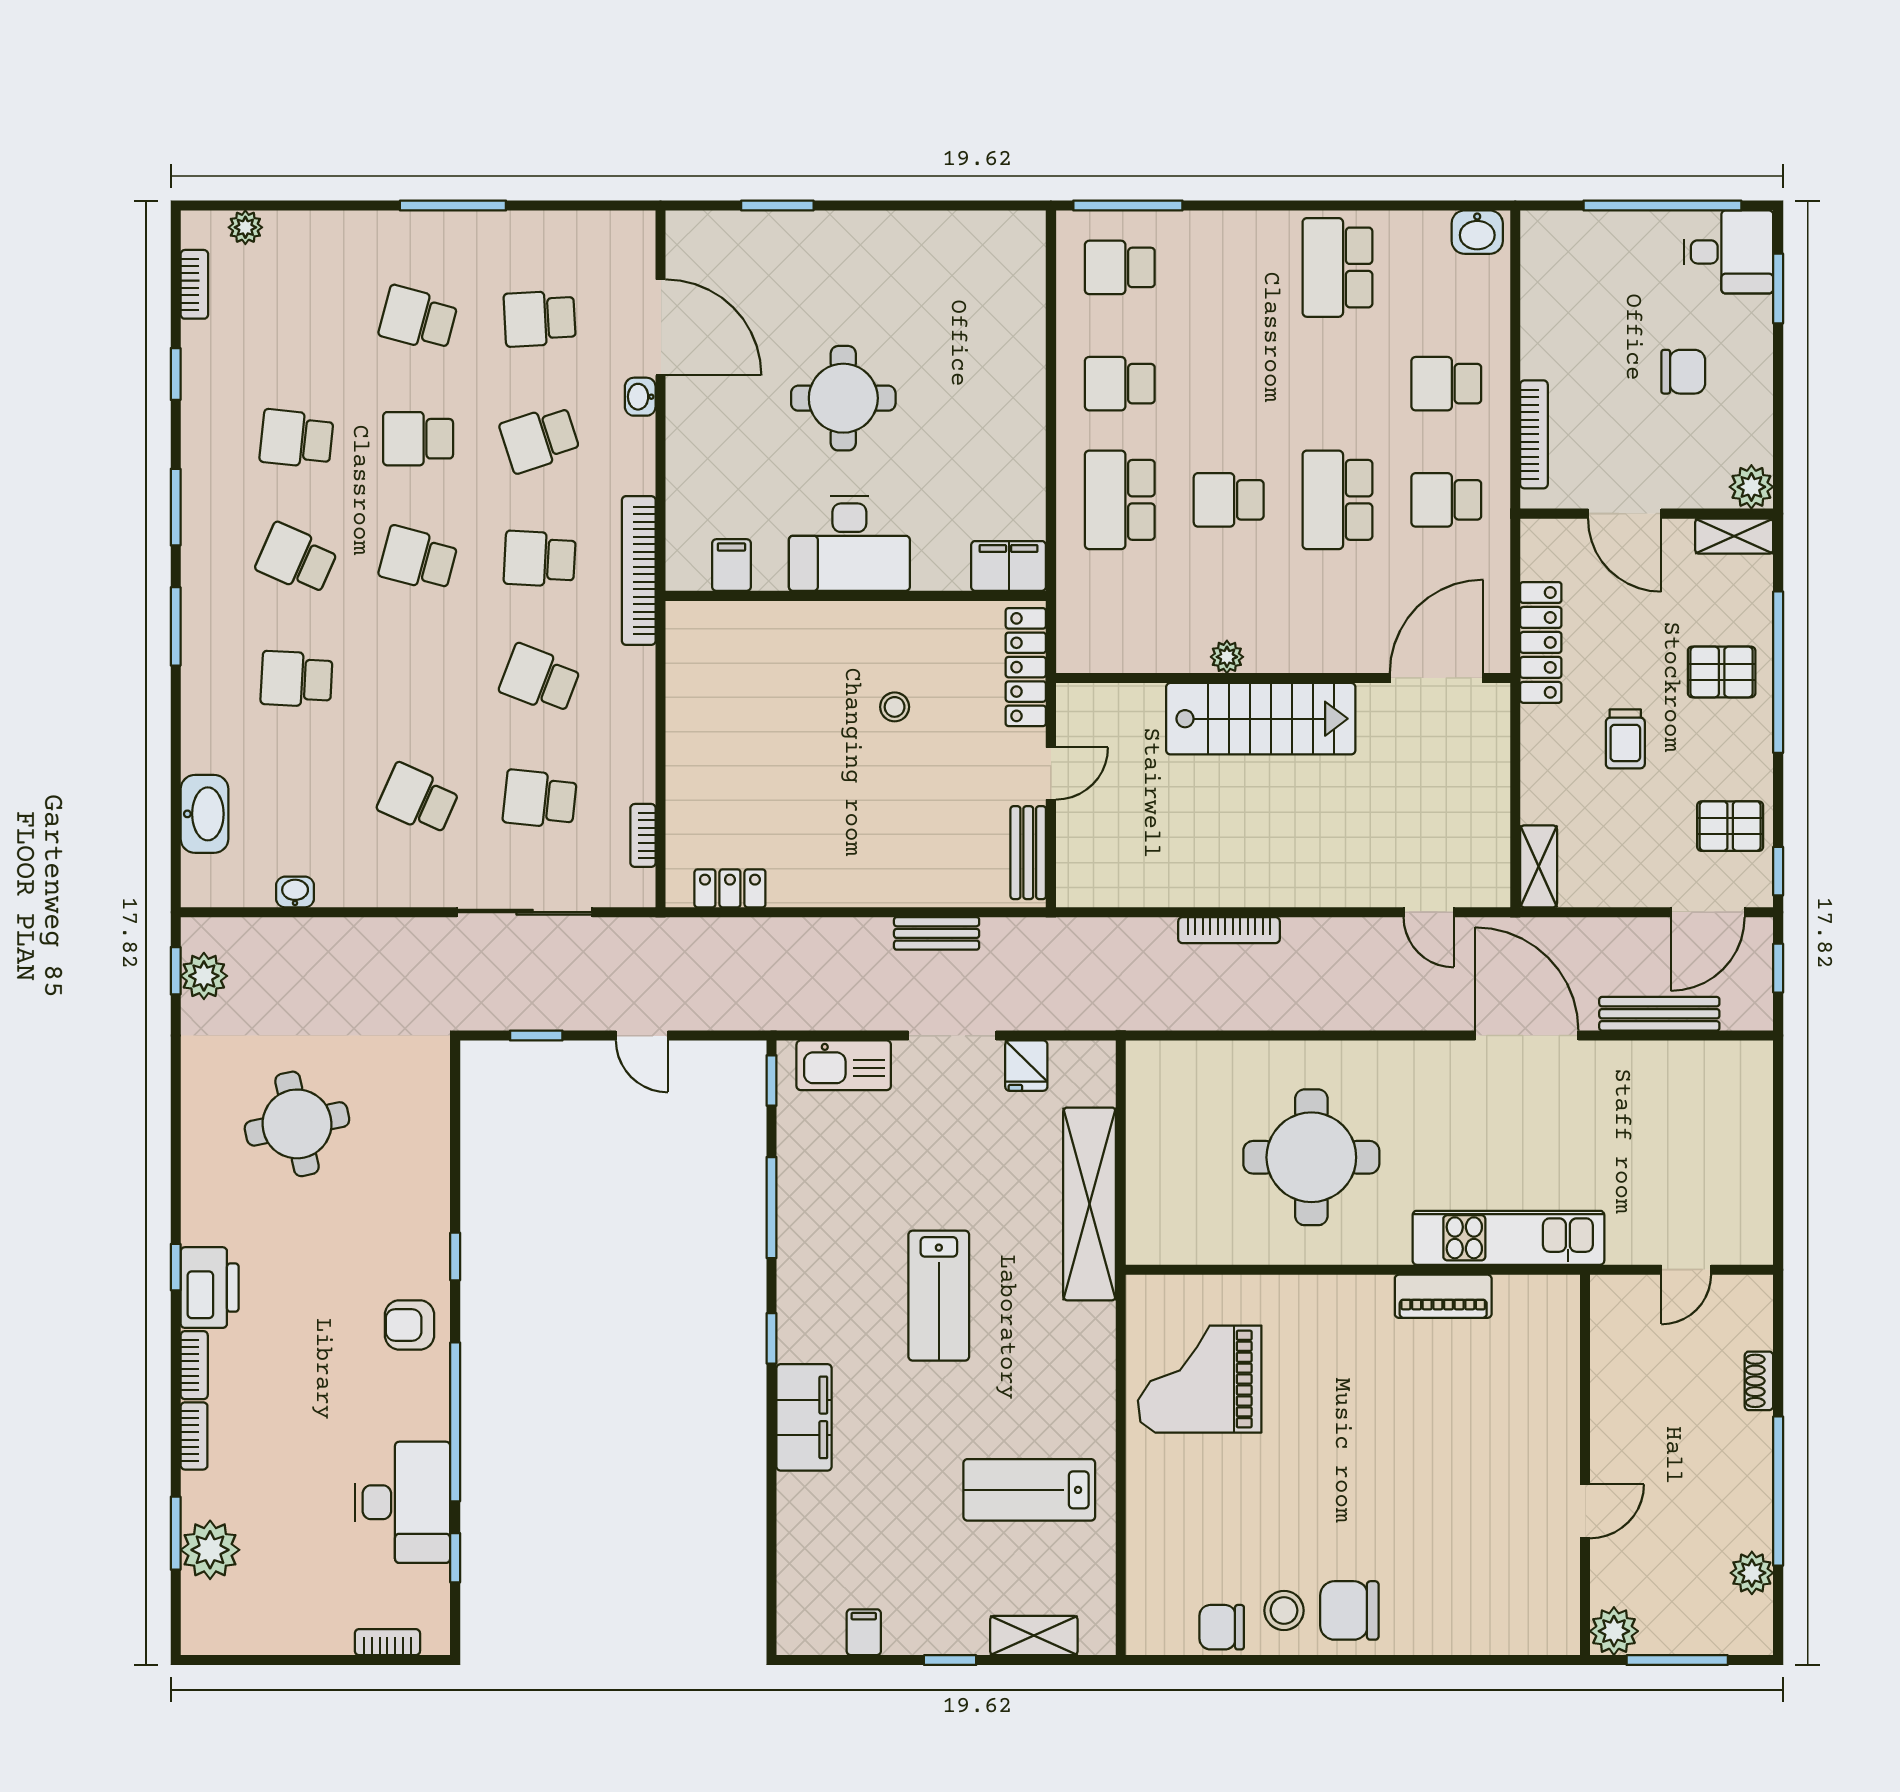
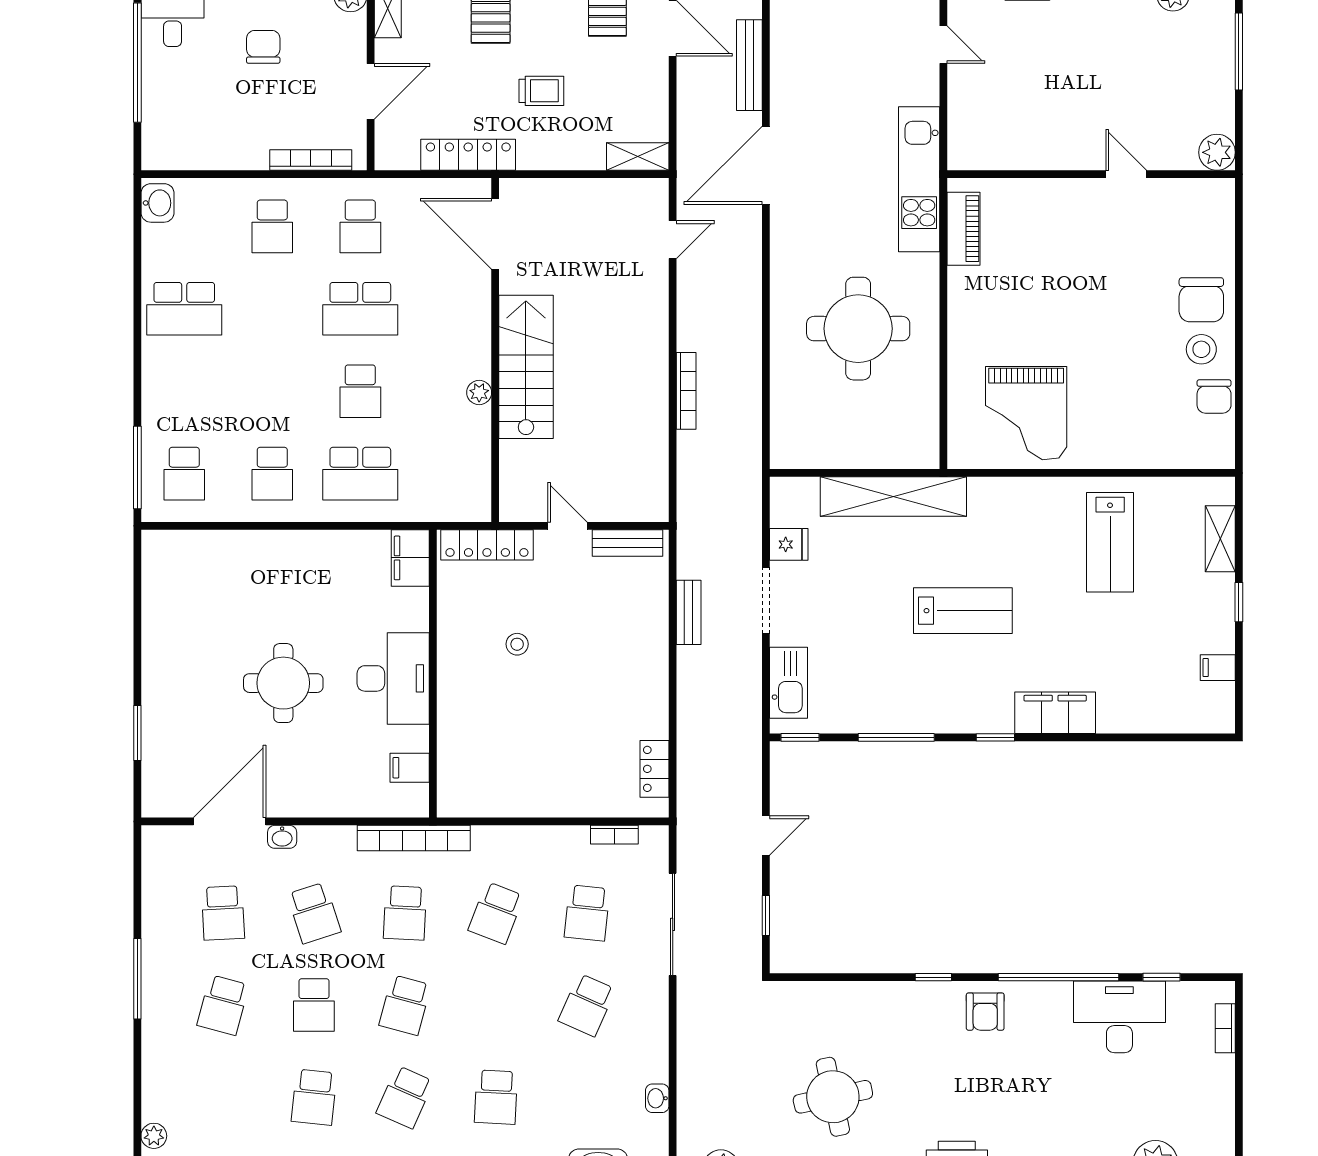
wall: (1585, 1465) -> (1091, 174), moved
door: (1585, 1511) -> (1126, 174), moved
plant: (1614, 1631) -> (1217, 152), moved

